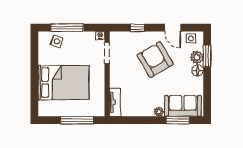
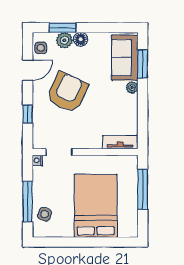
armchair: (155, 60) -> (67, 92), turned 145

